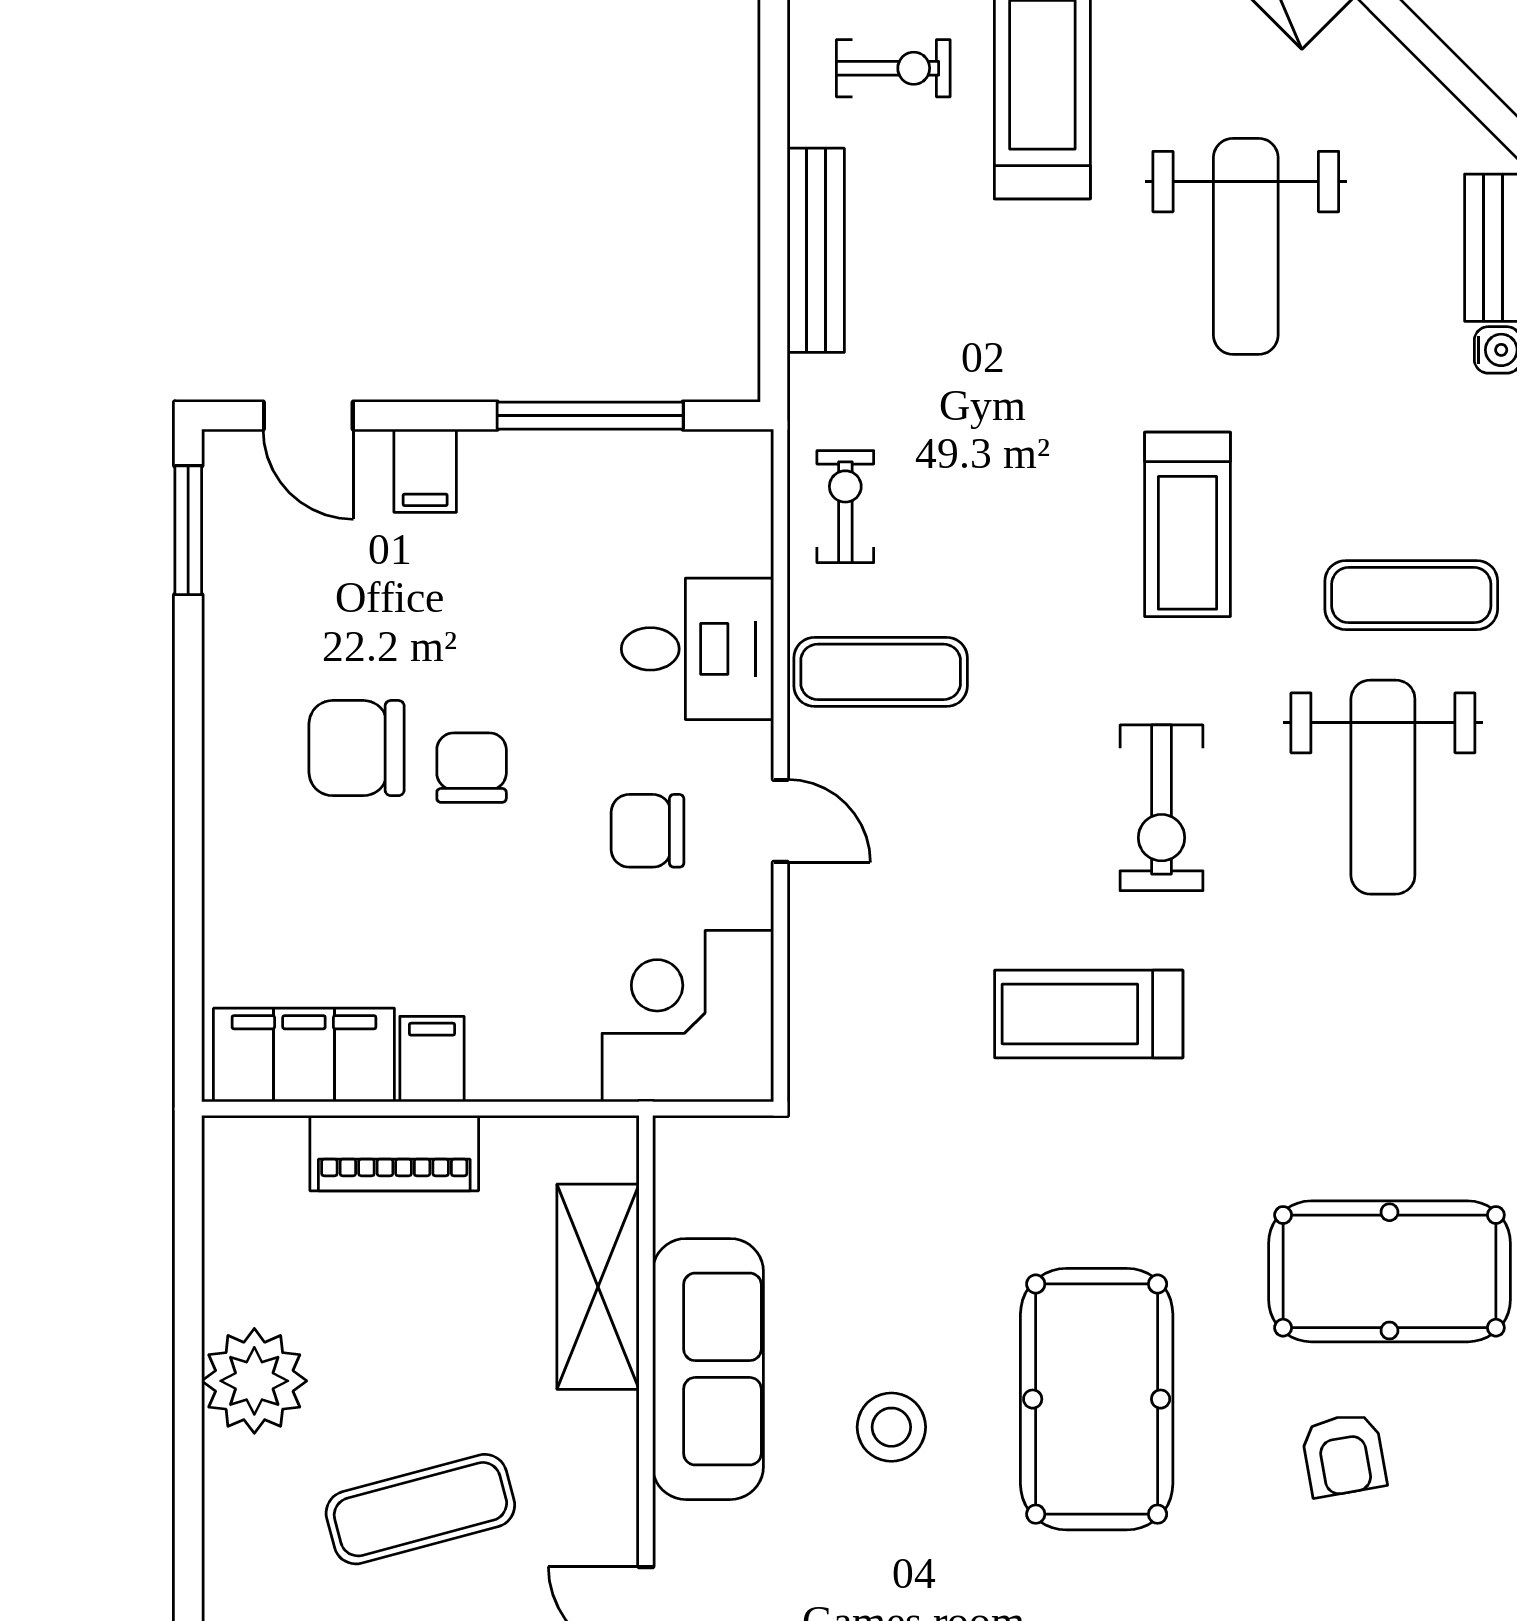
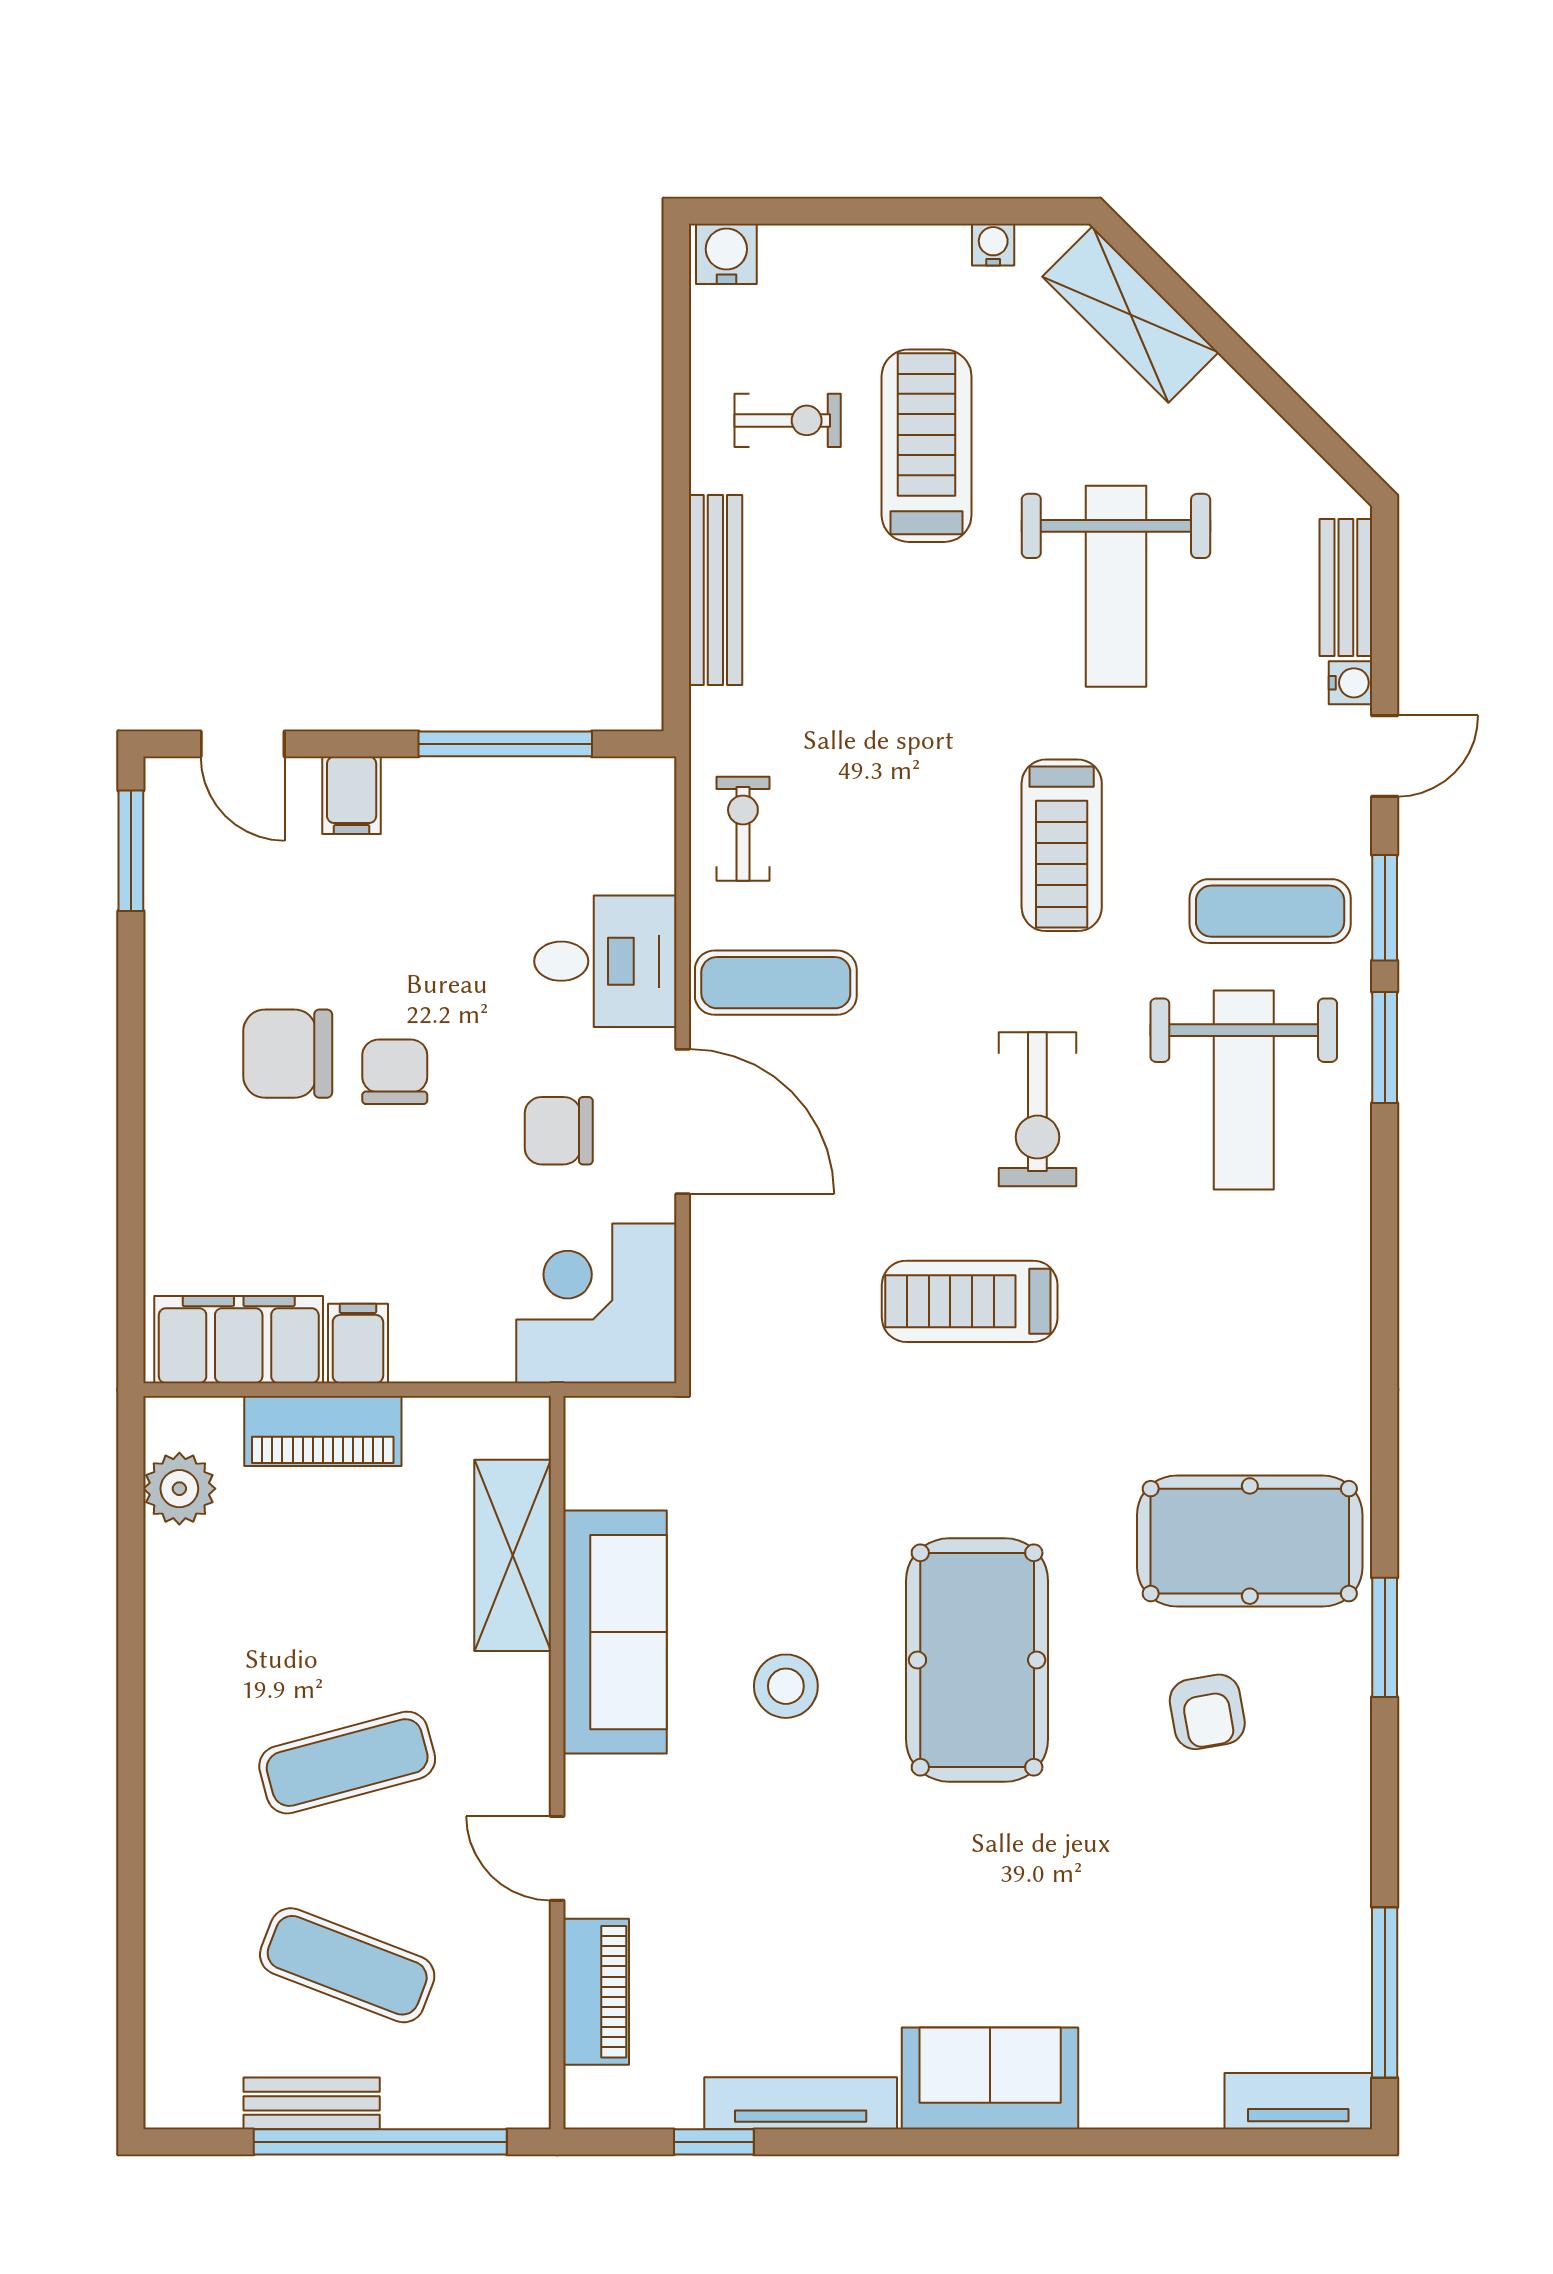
door: (780, 821) -> (683, 1122), width x1.88
plant: (254, 1381) -> (179, 1489), moved, width x0.73, depth x0.73

